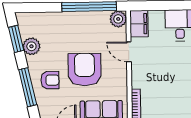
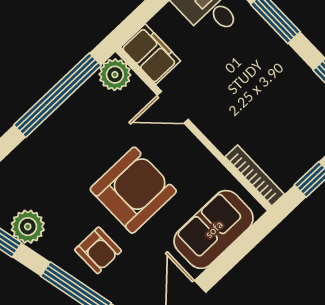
armchair: (85, 70) -> (133, 190), turned 90
armchair: (50, 80) -> (98, 250), turned 90

